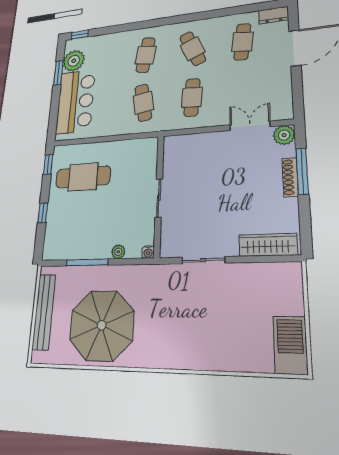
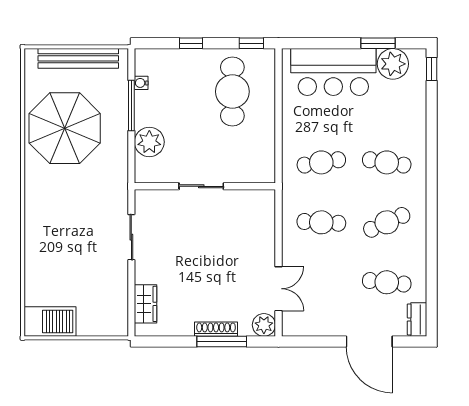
wardrobe: (268, 245) -> (146, 304), width x0.67
plant: (118, 252) -> (149, 142), width x1.88, depth x1.88
water cooler: (148, 252) -> (141, 83), moved

